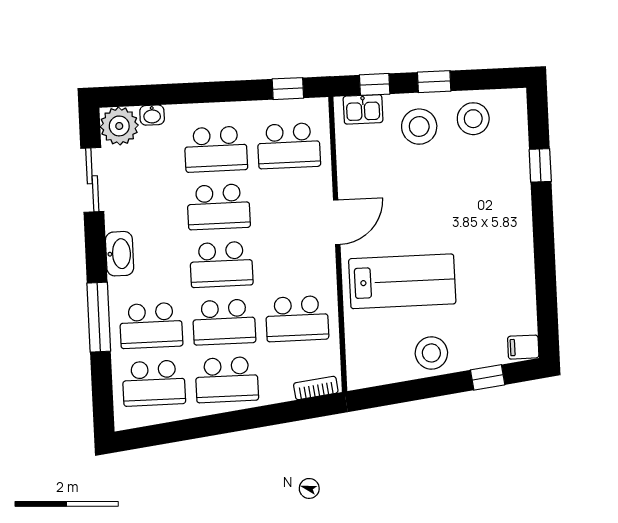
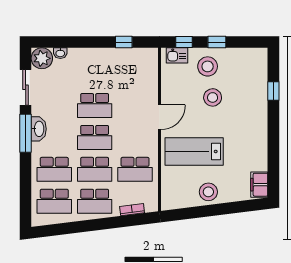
window: (288, 89) -> (124, 42), moved
stool: (473, 119) -> (213, 97), moved
school desk: (289, 146) -> (135, 74), removed
school desk: (216, 149) -> (95, 74), removed
lab bench: (402, 281) -> (194, 151), turned 180
window: (99, 317) -> (26, 133), moved
filing cabinet: (523, 347) -> (259, 185), width x2.00
window: (488, 377) -> (239, 207), removed
bookcase: (316, 388) -> (132, 210), moved

